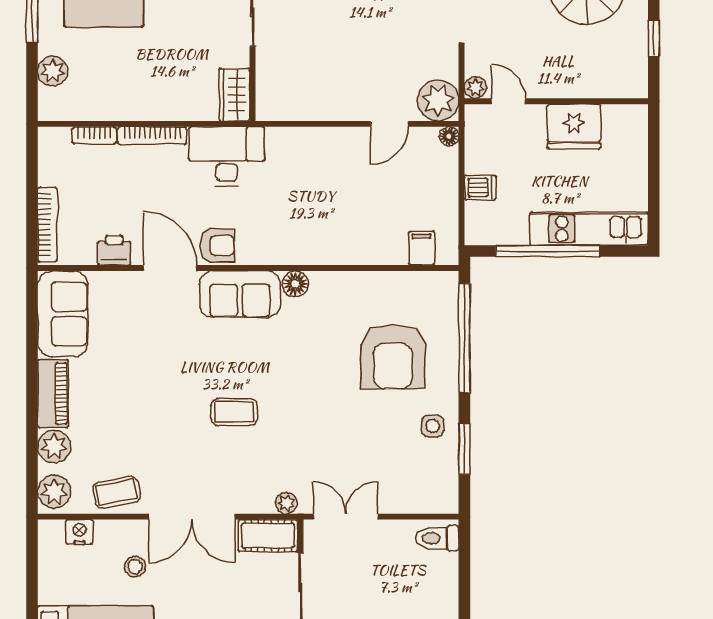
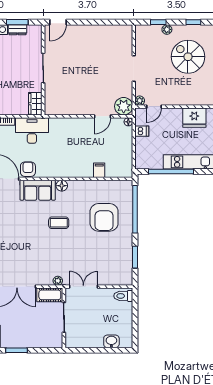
door: (508, 101) -> (154, 107), swing flipped
fridge: (574, 127) -> (194, 118), moved
dishwasher: (480, 188) -> (142, 131), moved
armchair: (217, 246) -> (28, 169), turned -90
filing cabinet: (422, 248) -> (99, 170), moved
coffee table: (234, 412) -> (59, 223), moved
side table: (433, 426) -> (121, 247), removed

